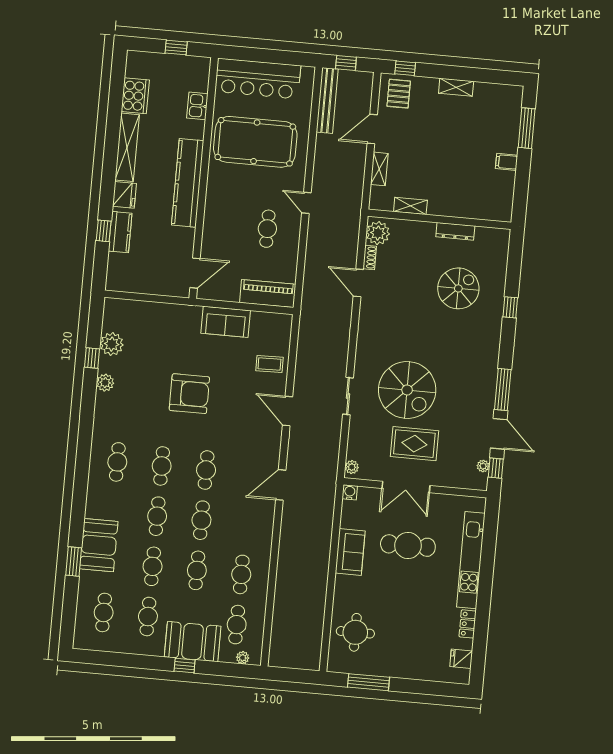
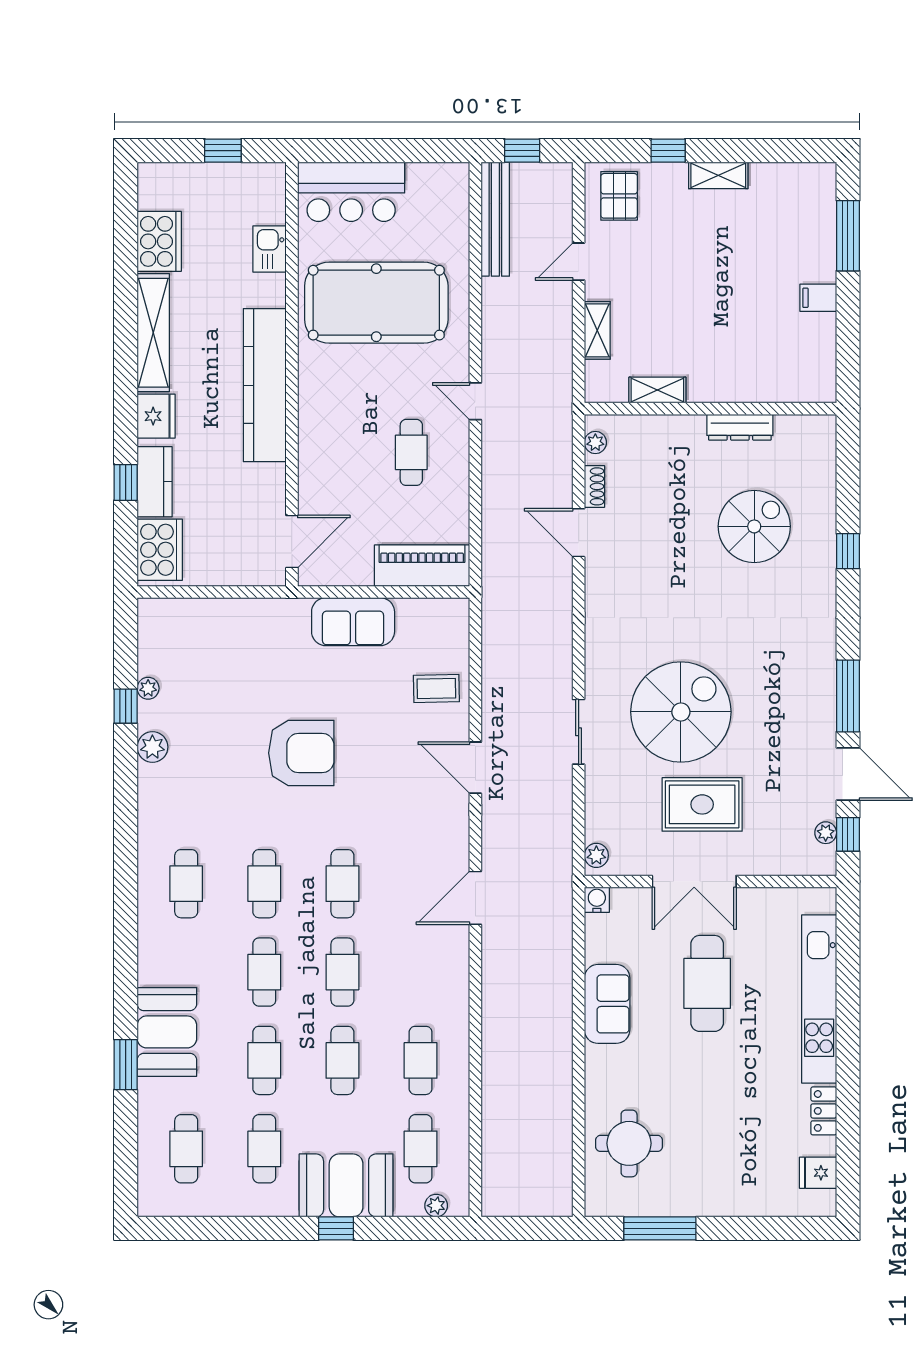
window: (405, 68) -> (668, 151), moved
bar counter: (258, 79) -> (351, 192), width x0.73
door: (372, 129) -> (579, 262), width x0.73
plant: (378, 233) -> (595, 442), width x0.53, depth x0.53
cooker: (120, 271) -> (160, 550), added
plant: (112, 344) -> (148, 688), width x0.53, depth x0.53
spiral stairs: (407, 390) -> (681, 712), turned -90
cafe table: (408, 546) -> (707, 983), turned 90

